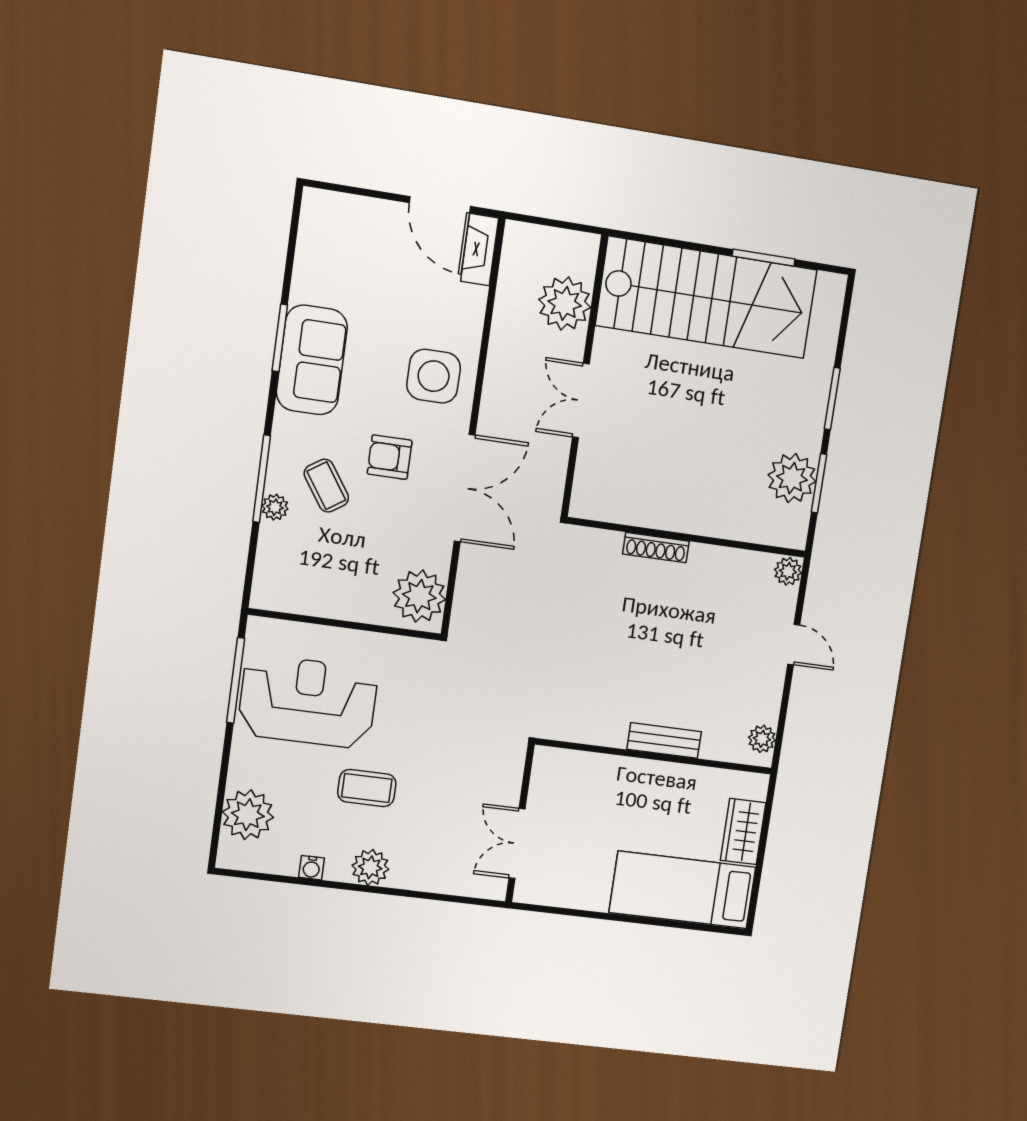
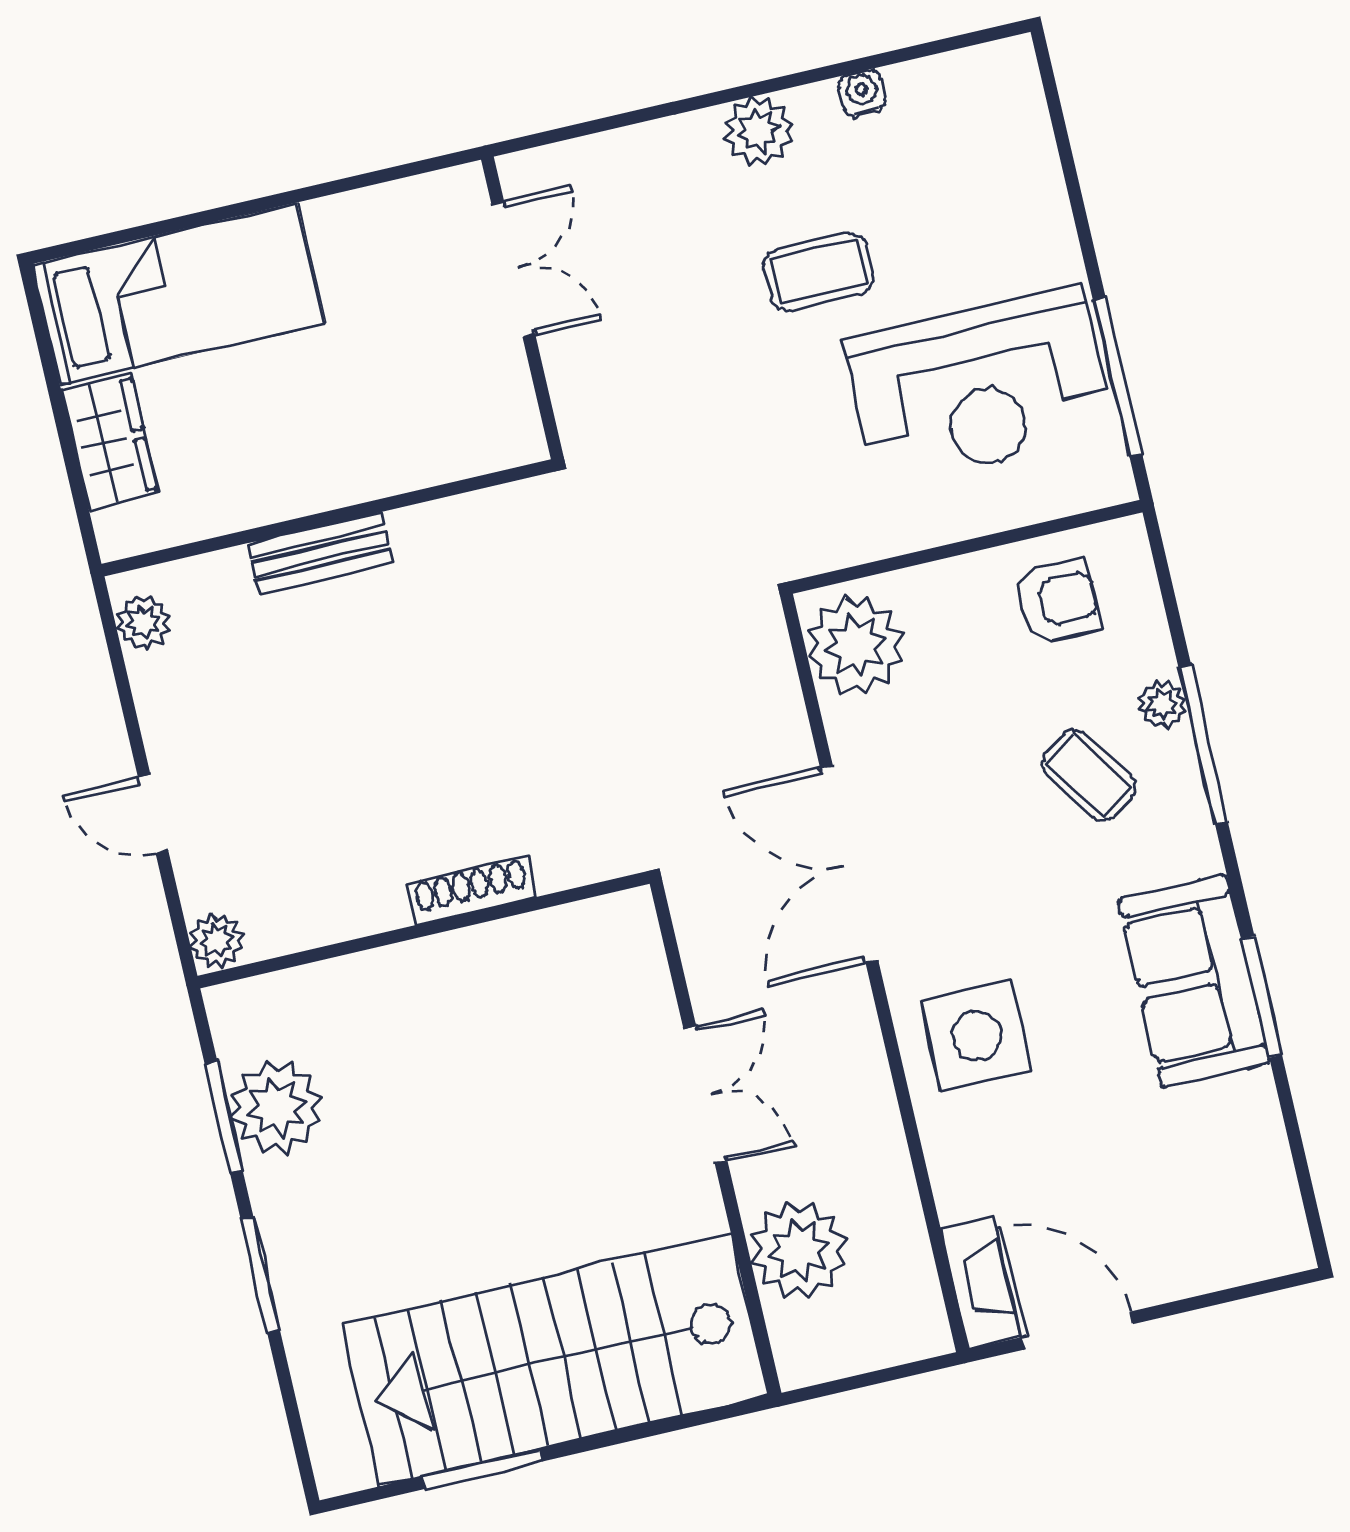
armchair: (390, 457) -> (1058, 602), moved
plant: (248, 815) -> (1008, 148), removed

